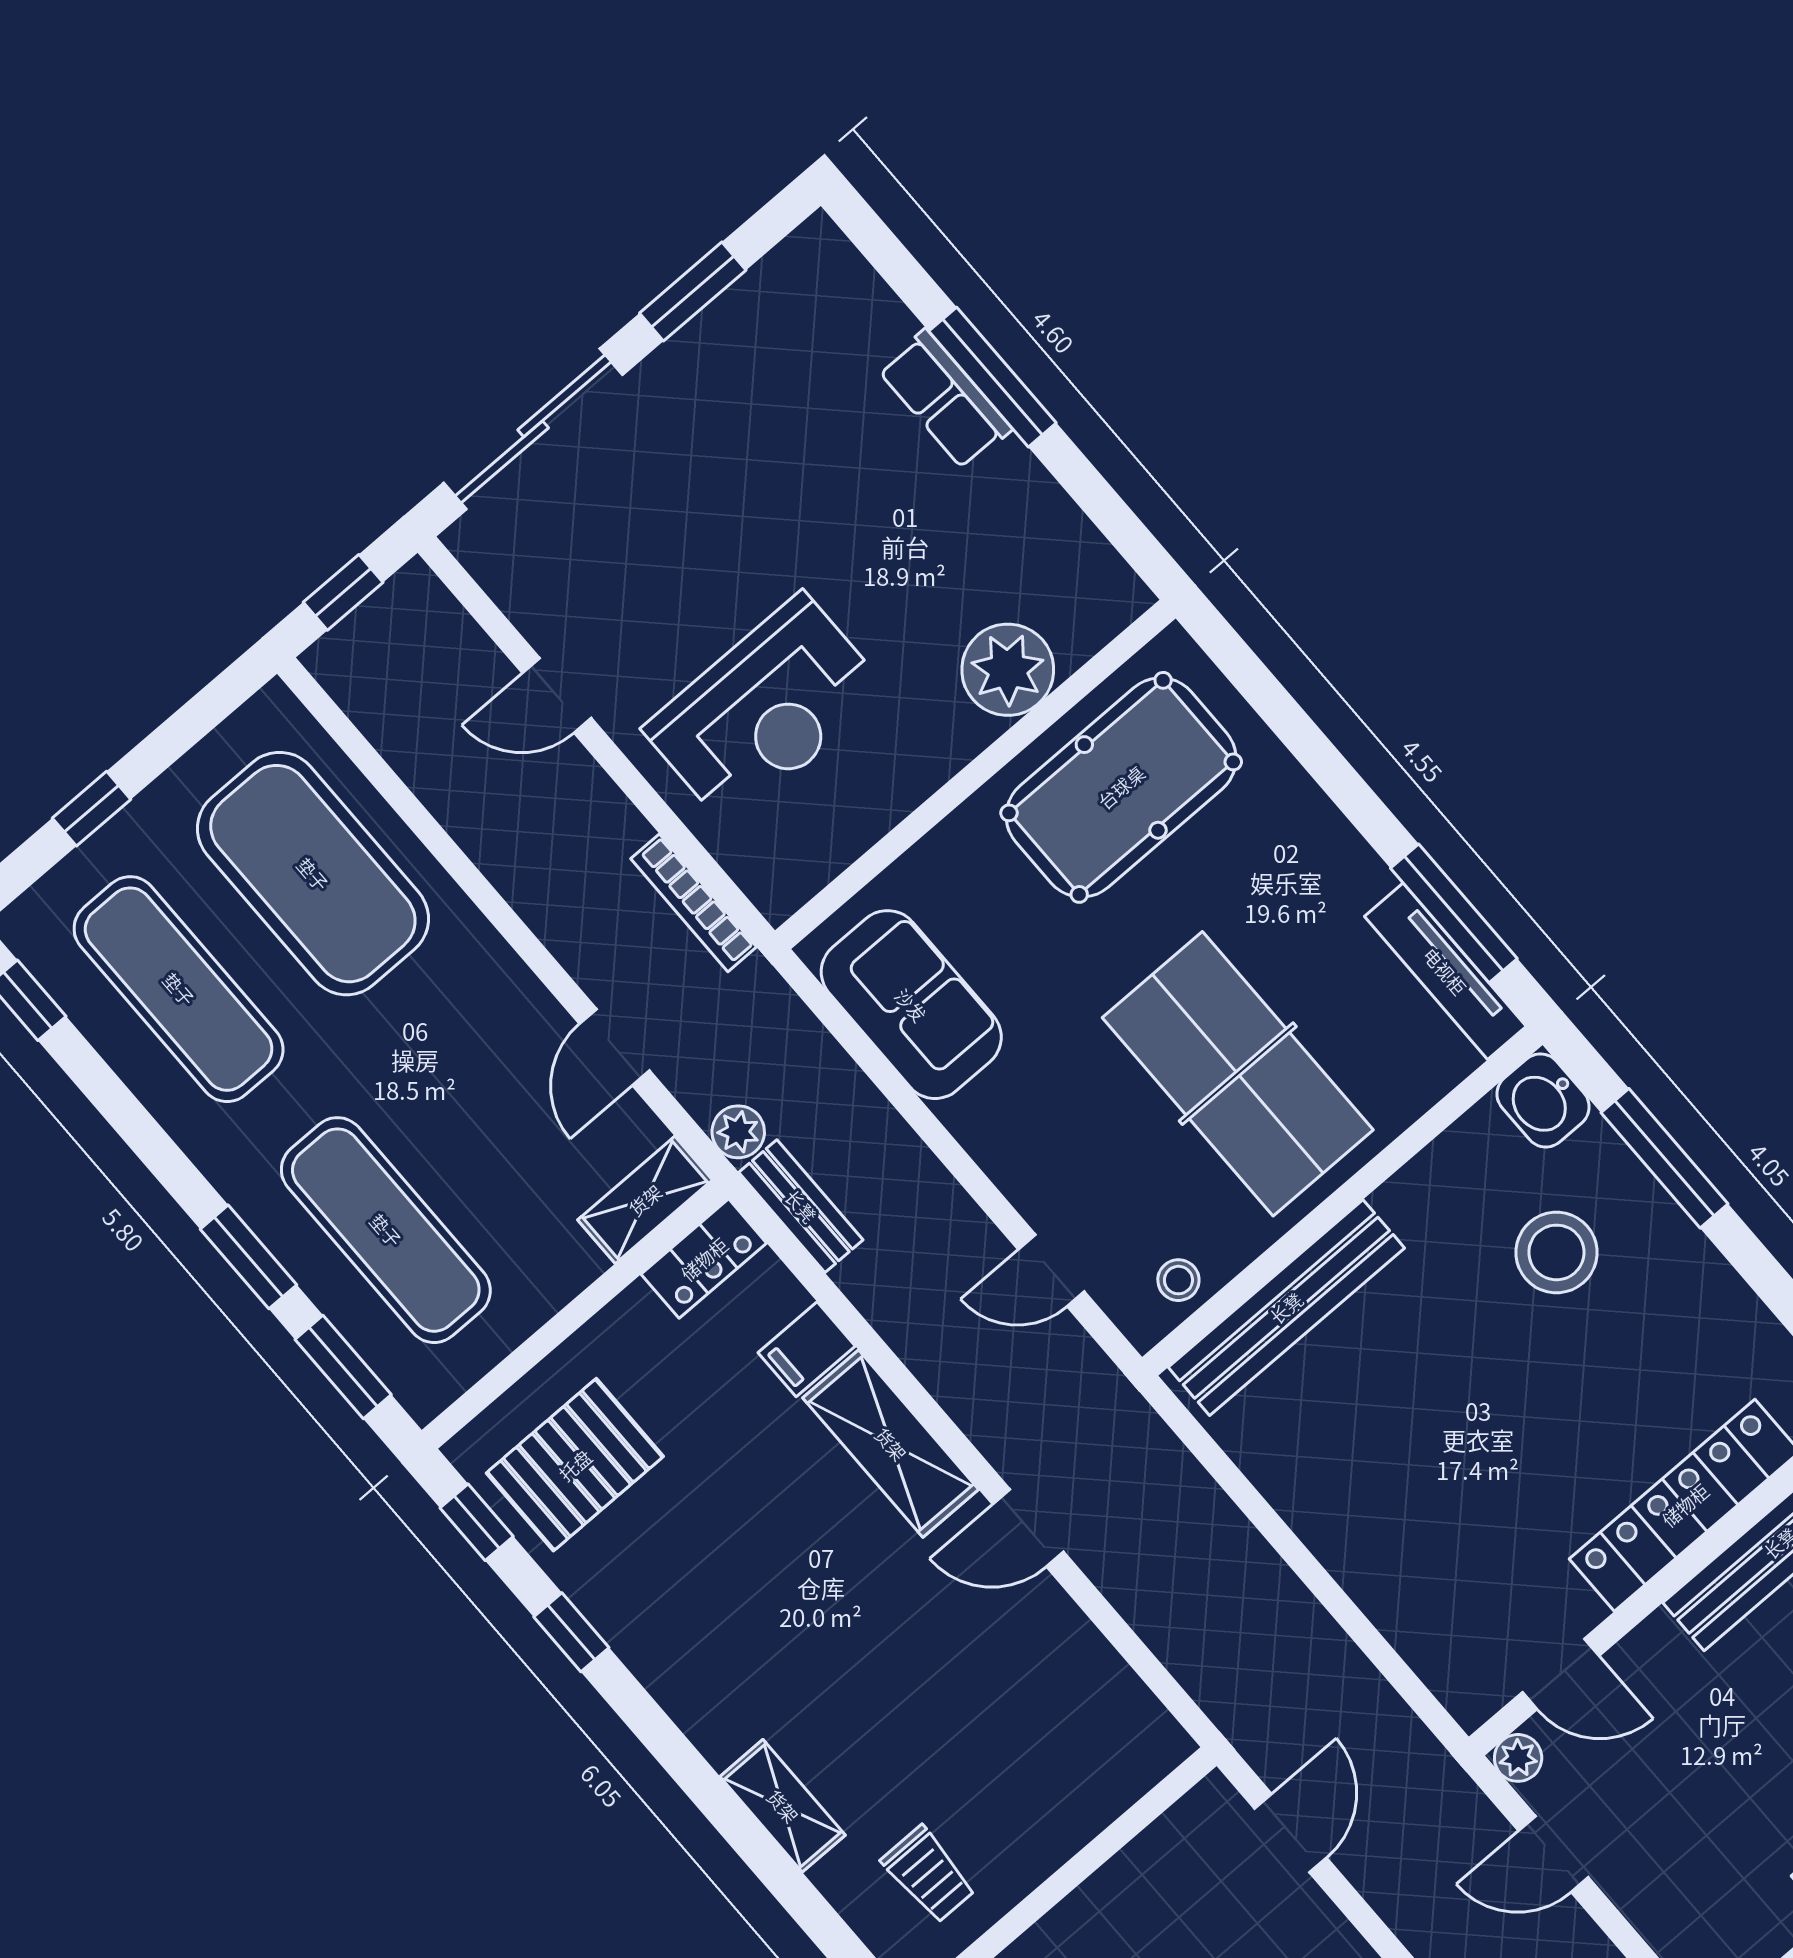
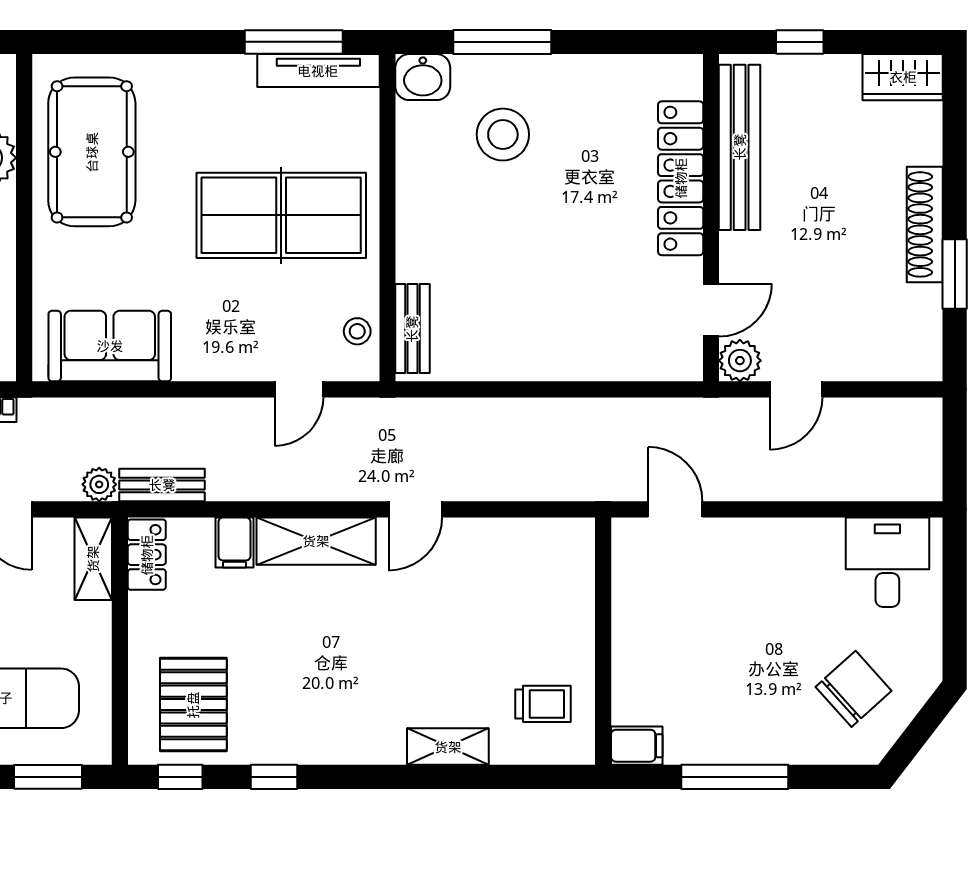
bench: (1286, 1308) -> (412, 329), width x0.54, depth x0.82
plant: (1518, 1758) -> (740, 361), width x1.38, depth x1.38

